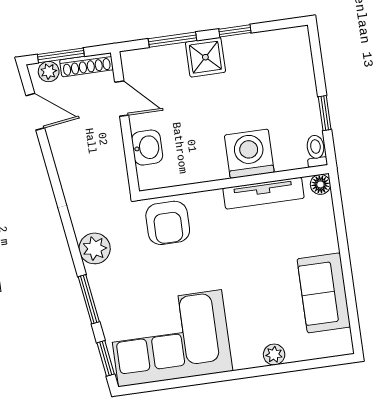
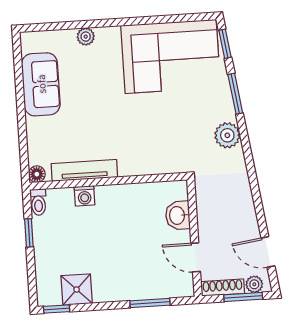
window: (235, 31) -> (57, 309), moved
shower: (205, 57) -> (77, 289), moved
washing machine: (249, 154) -> (85, 196), width x0.53, depth x0.53
armchair: (168, 223) -> (165, 152), removed

